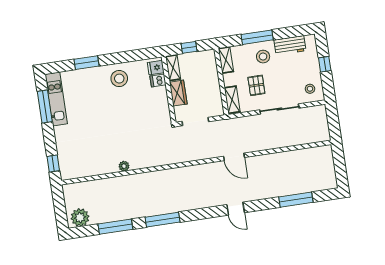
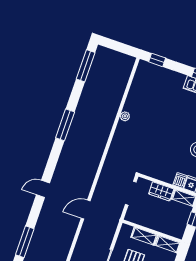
shelving: (232, 100) -> (144, 236), moved
plant: (80, 217) -> (102, 59), removed
window: (115, 227) -> (86, 66), moved

